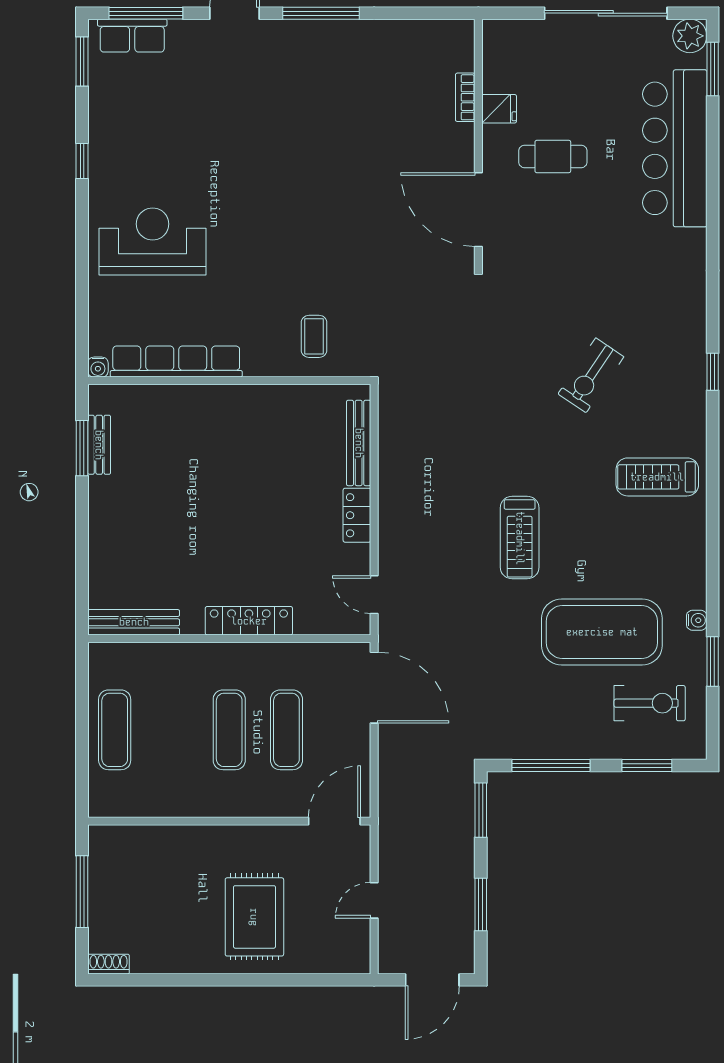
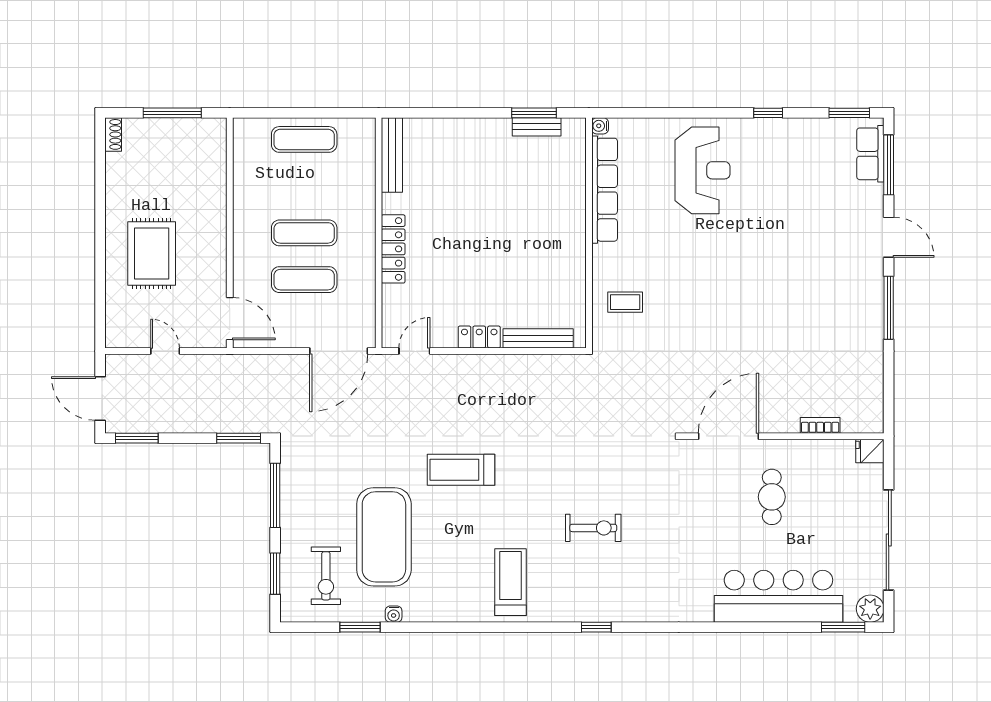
fridge: (499, 109) -> (870, 451), moved, turned 90
exercise bike: (591, 375) -> (593, 528), turned 146
window: (481, 904) -> (137, 438), moved
rug: (254, 917) -> (152, 253), turned 90

